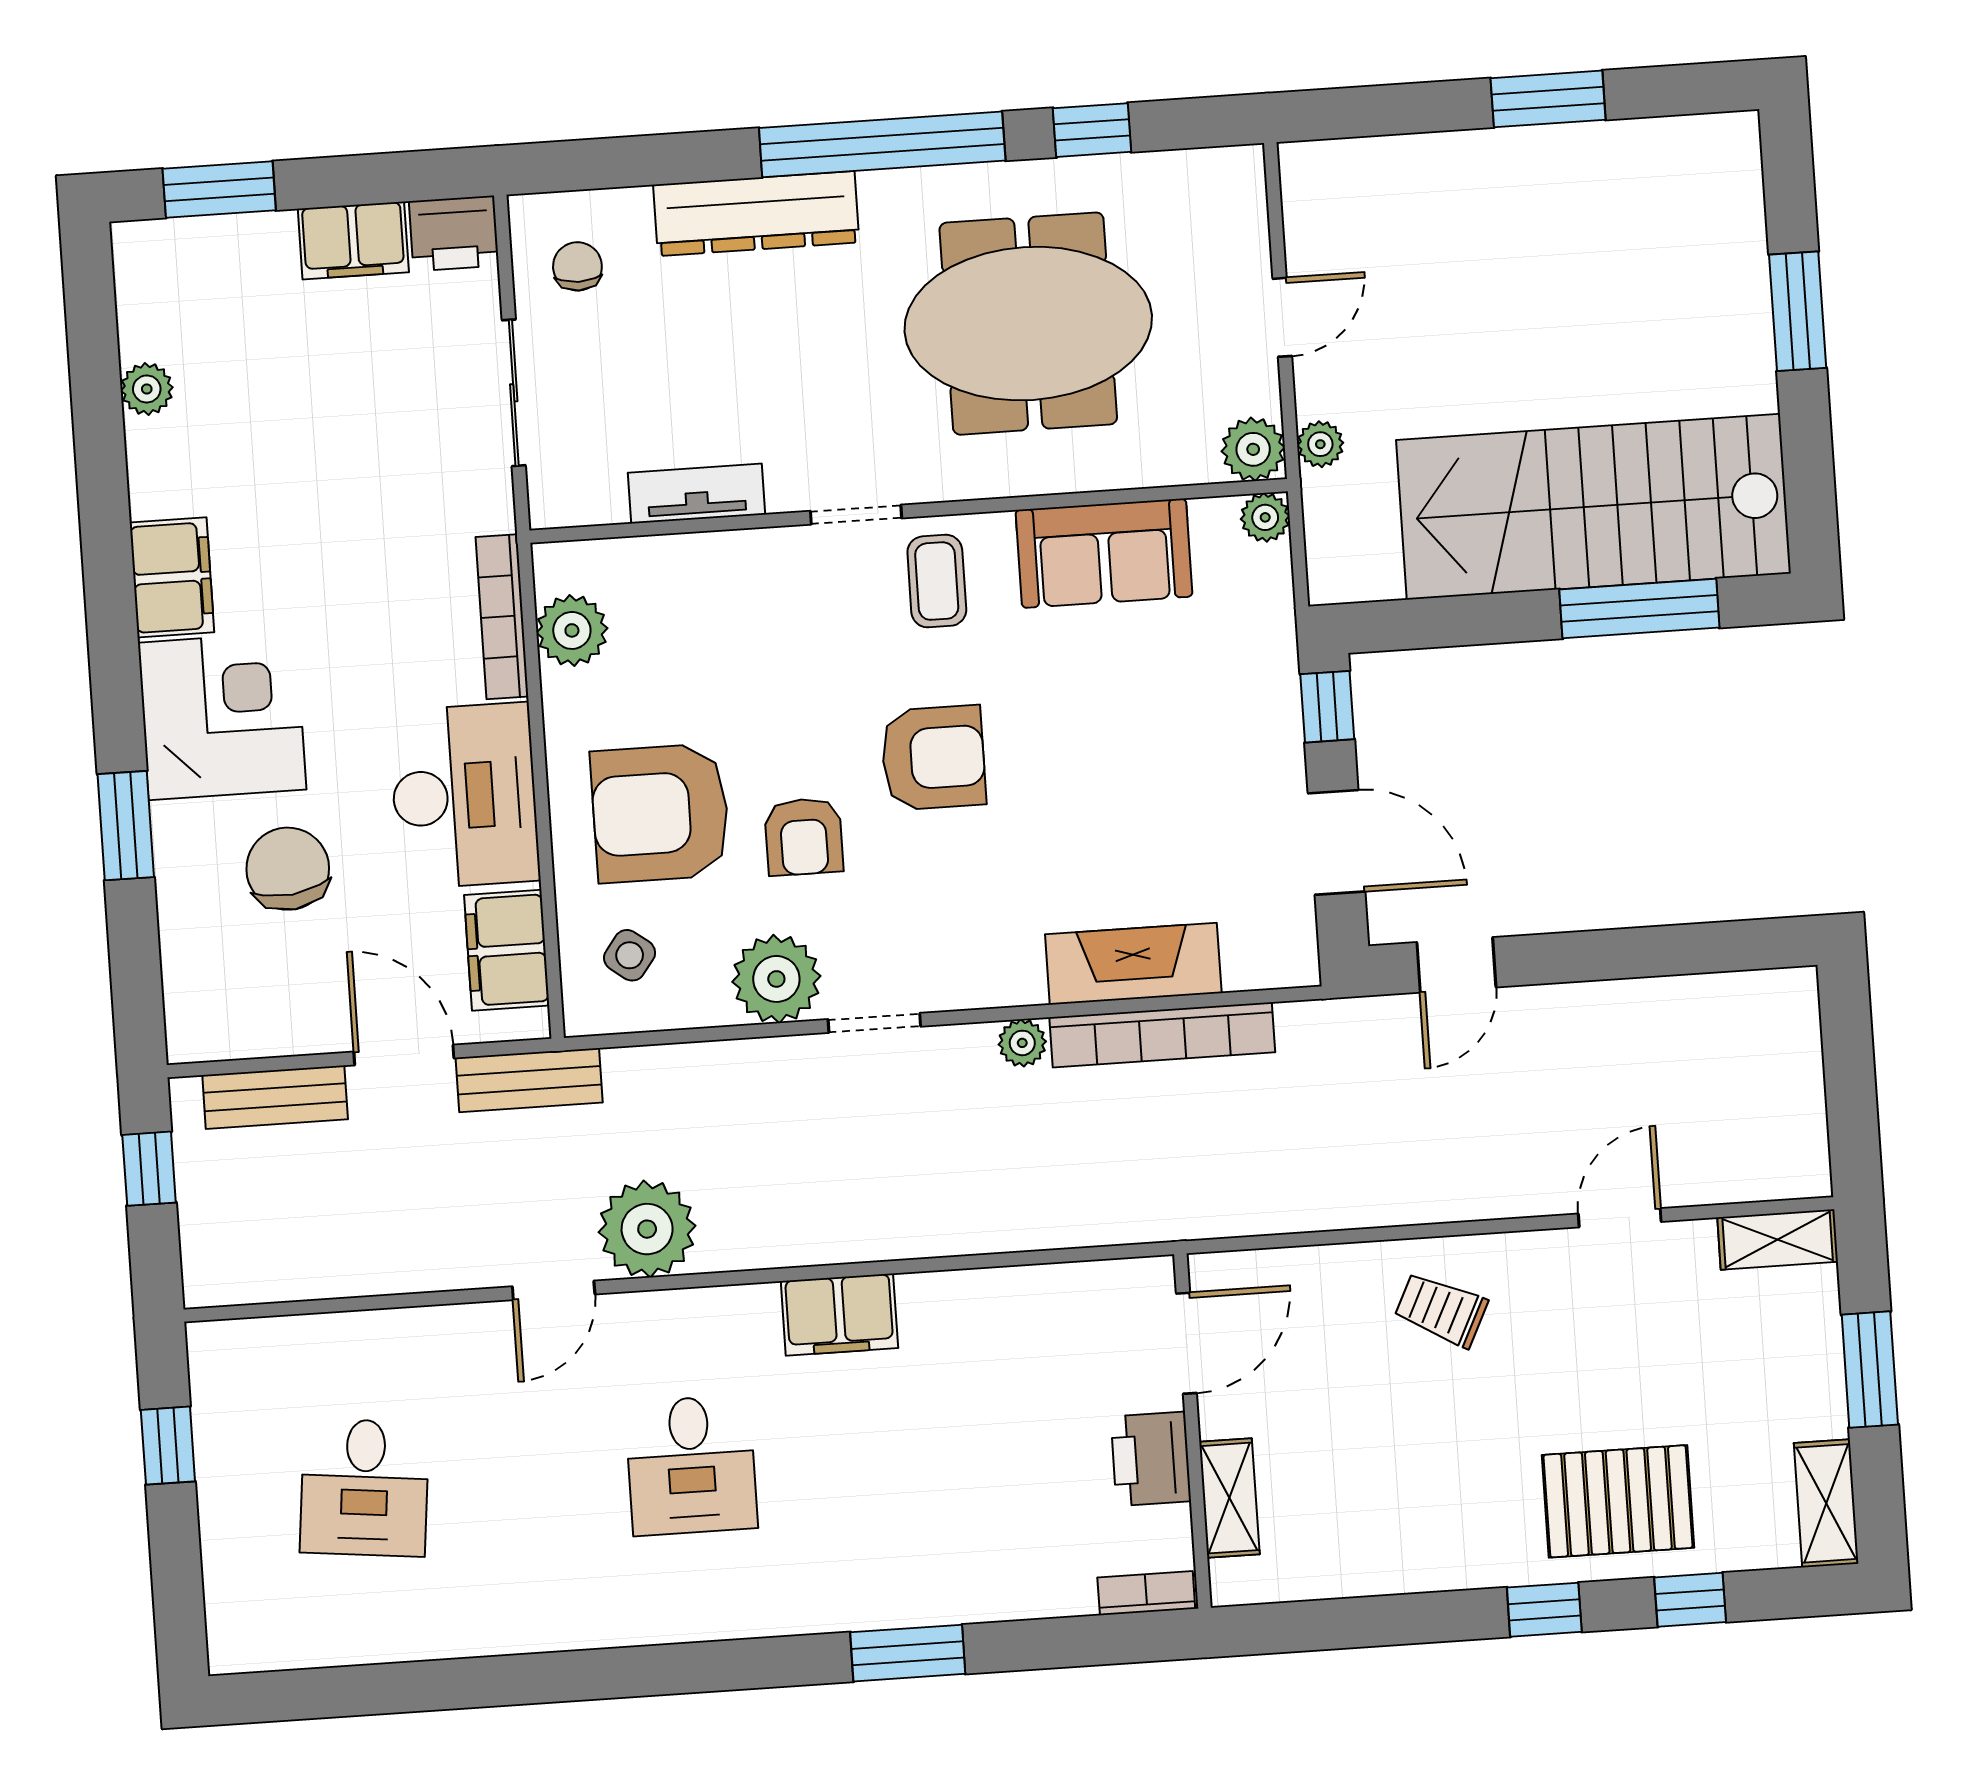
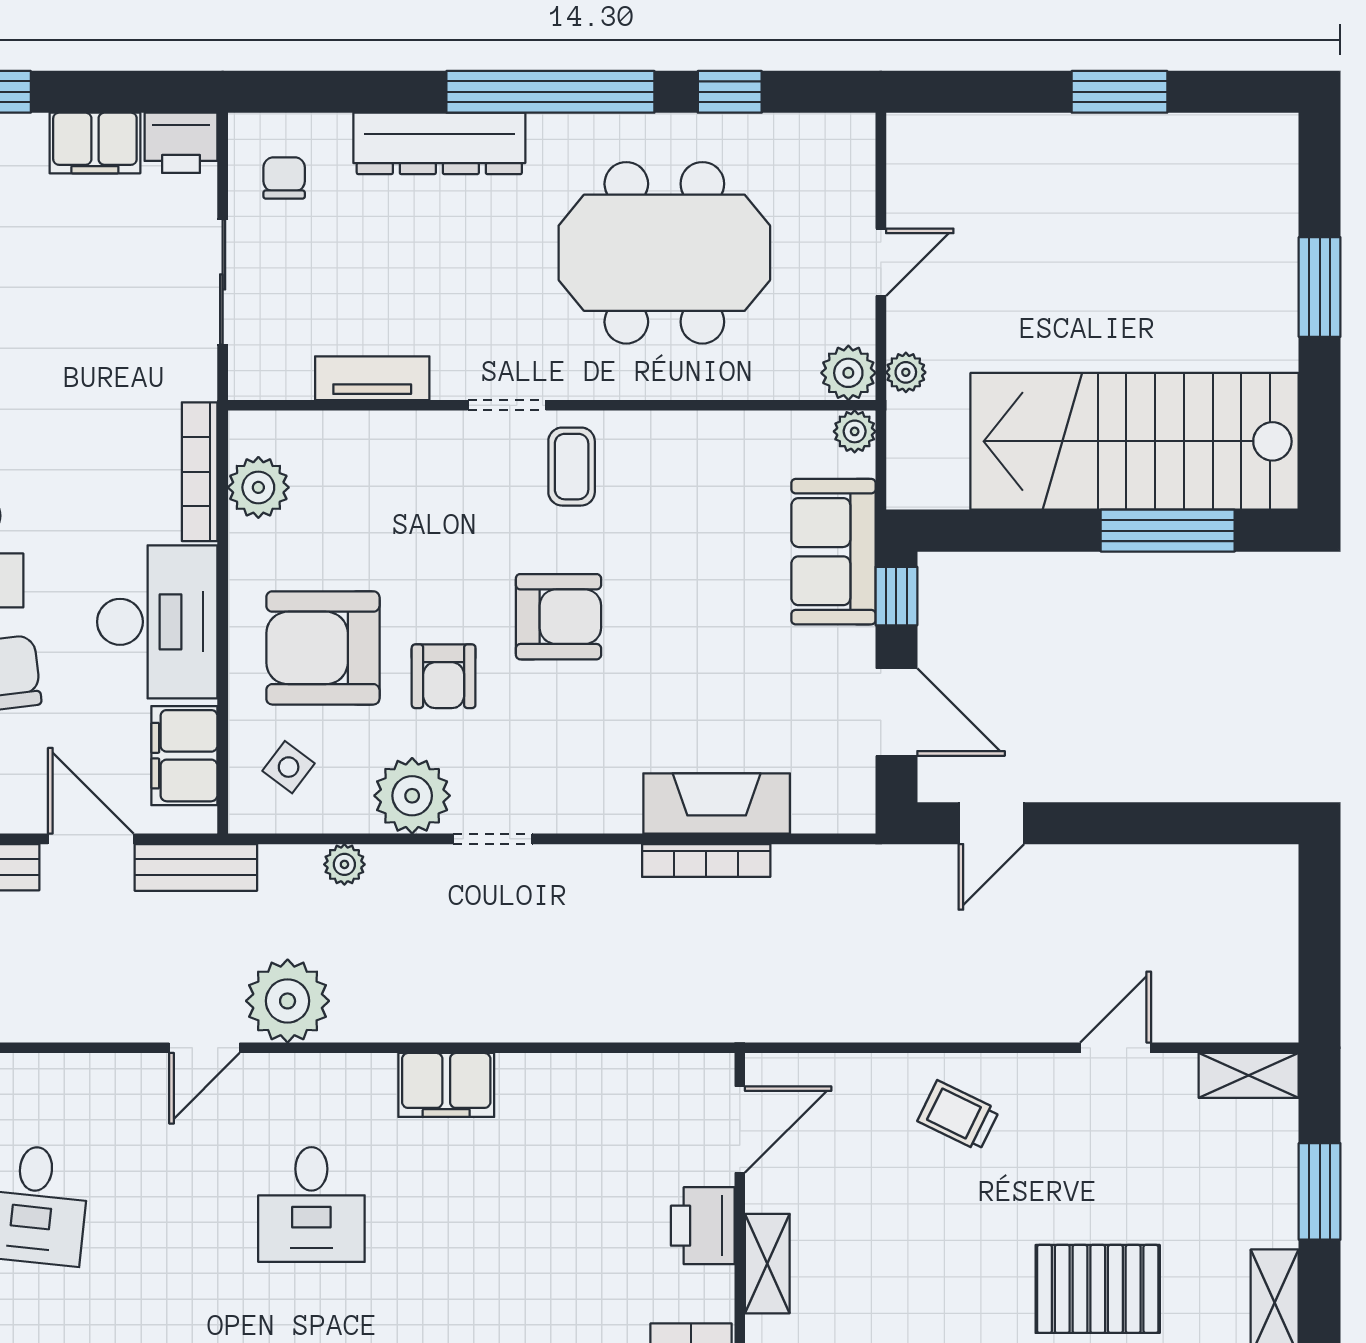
sofa: (1104, 553) -> (833, 552), moved, turned 90
bookcase: (1162, 1035) -> (706, 860), width x0.68, depth x0.76
plant: (1022, 1043) -> (344, 864), moved

